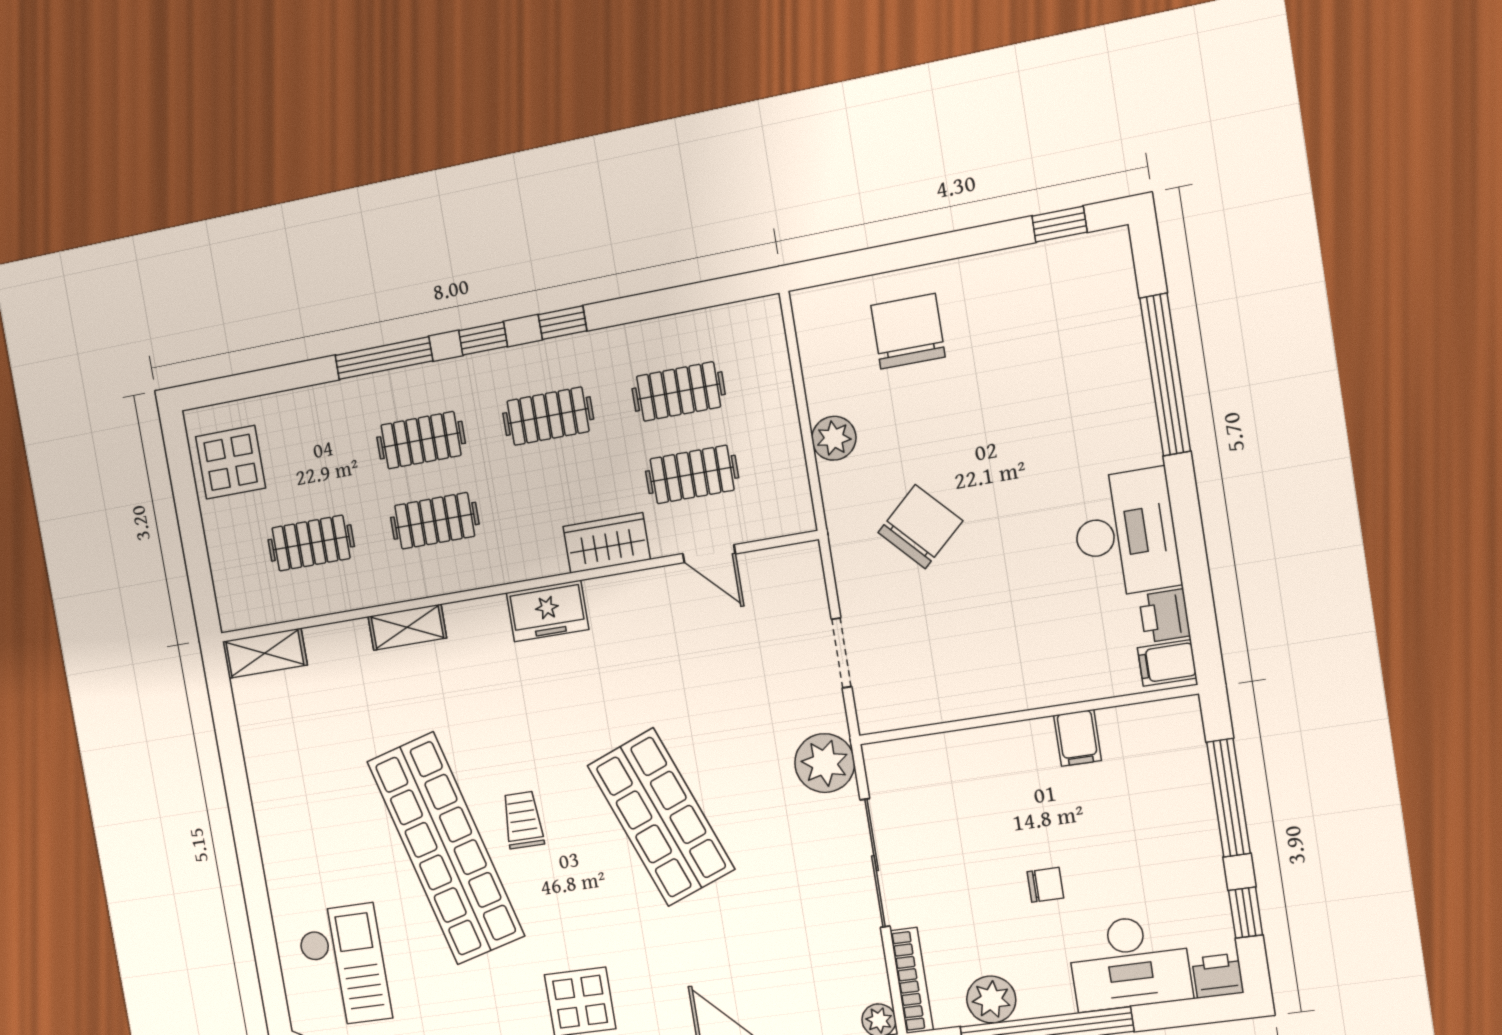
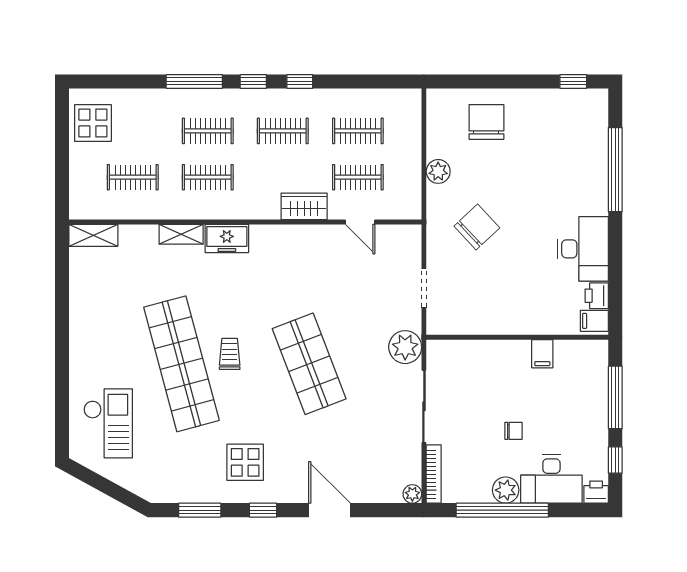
freezer: (547, 611) -> (227, 238), moved
plant: (991, 999) -> (506, 490), moved

